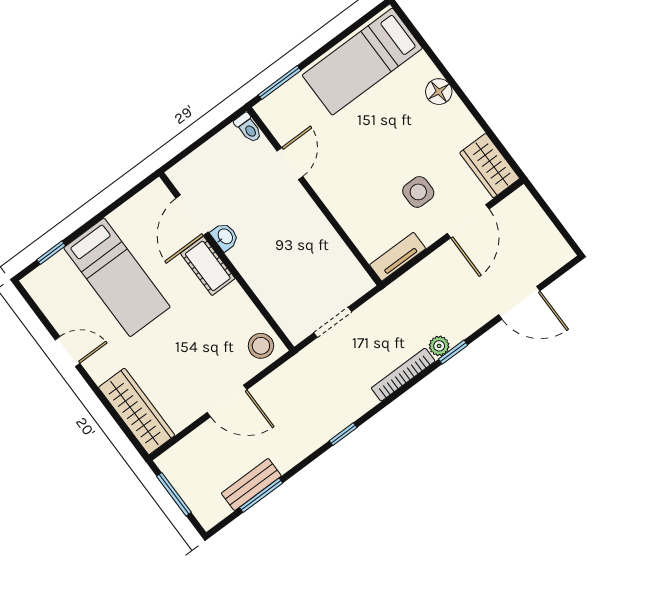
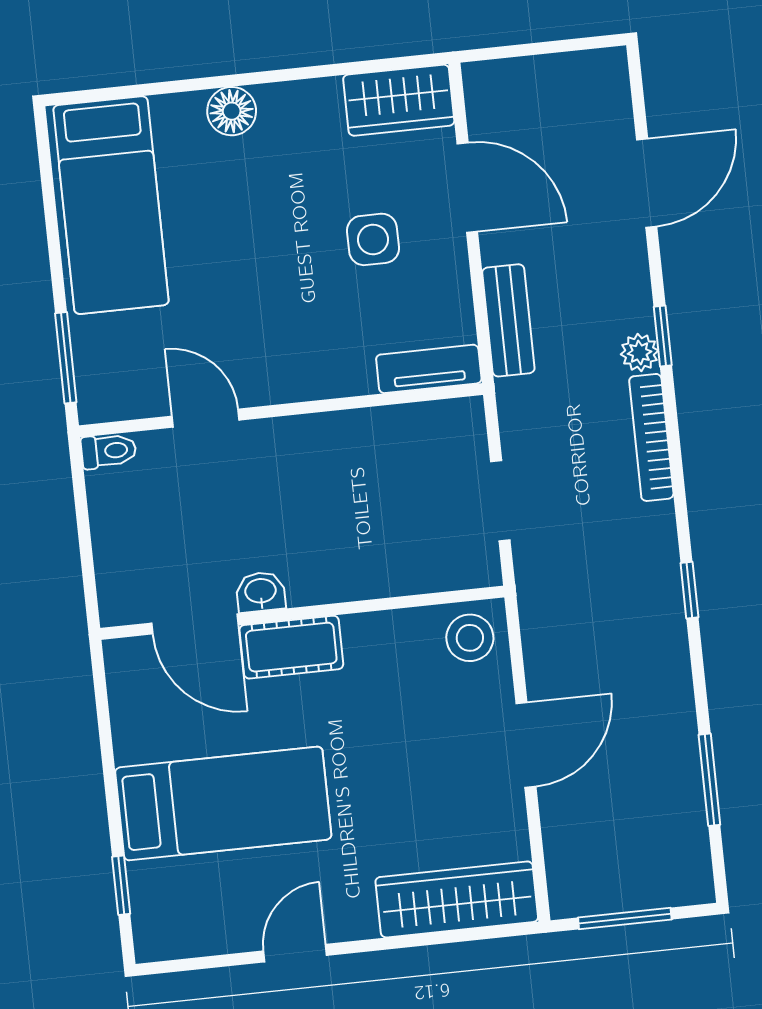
tv unit: (398, 257) -> (429, 369), moved, turned 90
bench: (251, 485) -> (508, 320), moved

